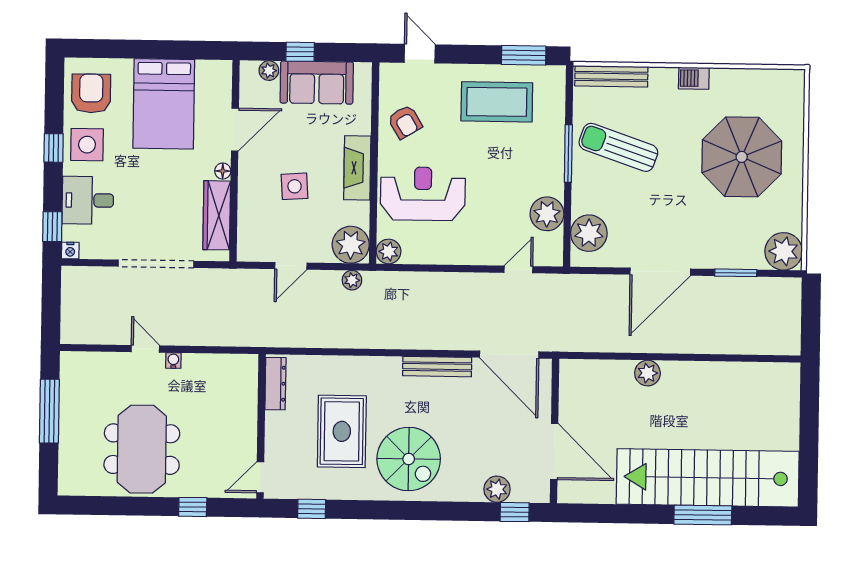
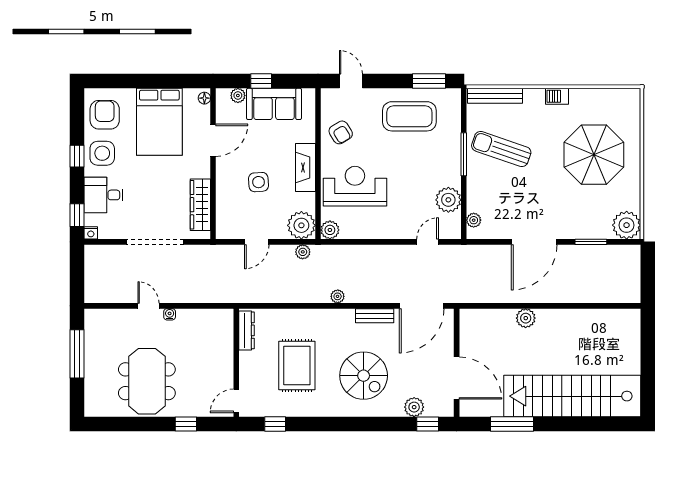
floor lamp: (223, 171) -> (204, 98), moved
plant: (589, 233) -> (474, 220), width x0.53, depth x0.53
plant: (397, 340) -> (338, 296), added
door: (509, 355) -> (422, 306), hinge flipped
bench: (437, 367) -> (375, 316), width x0.73
spiral stairs: (409, 459) -> (364, 376), moved
window: (703, 515) -> (512, 424), moved

